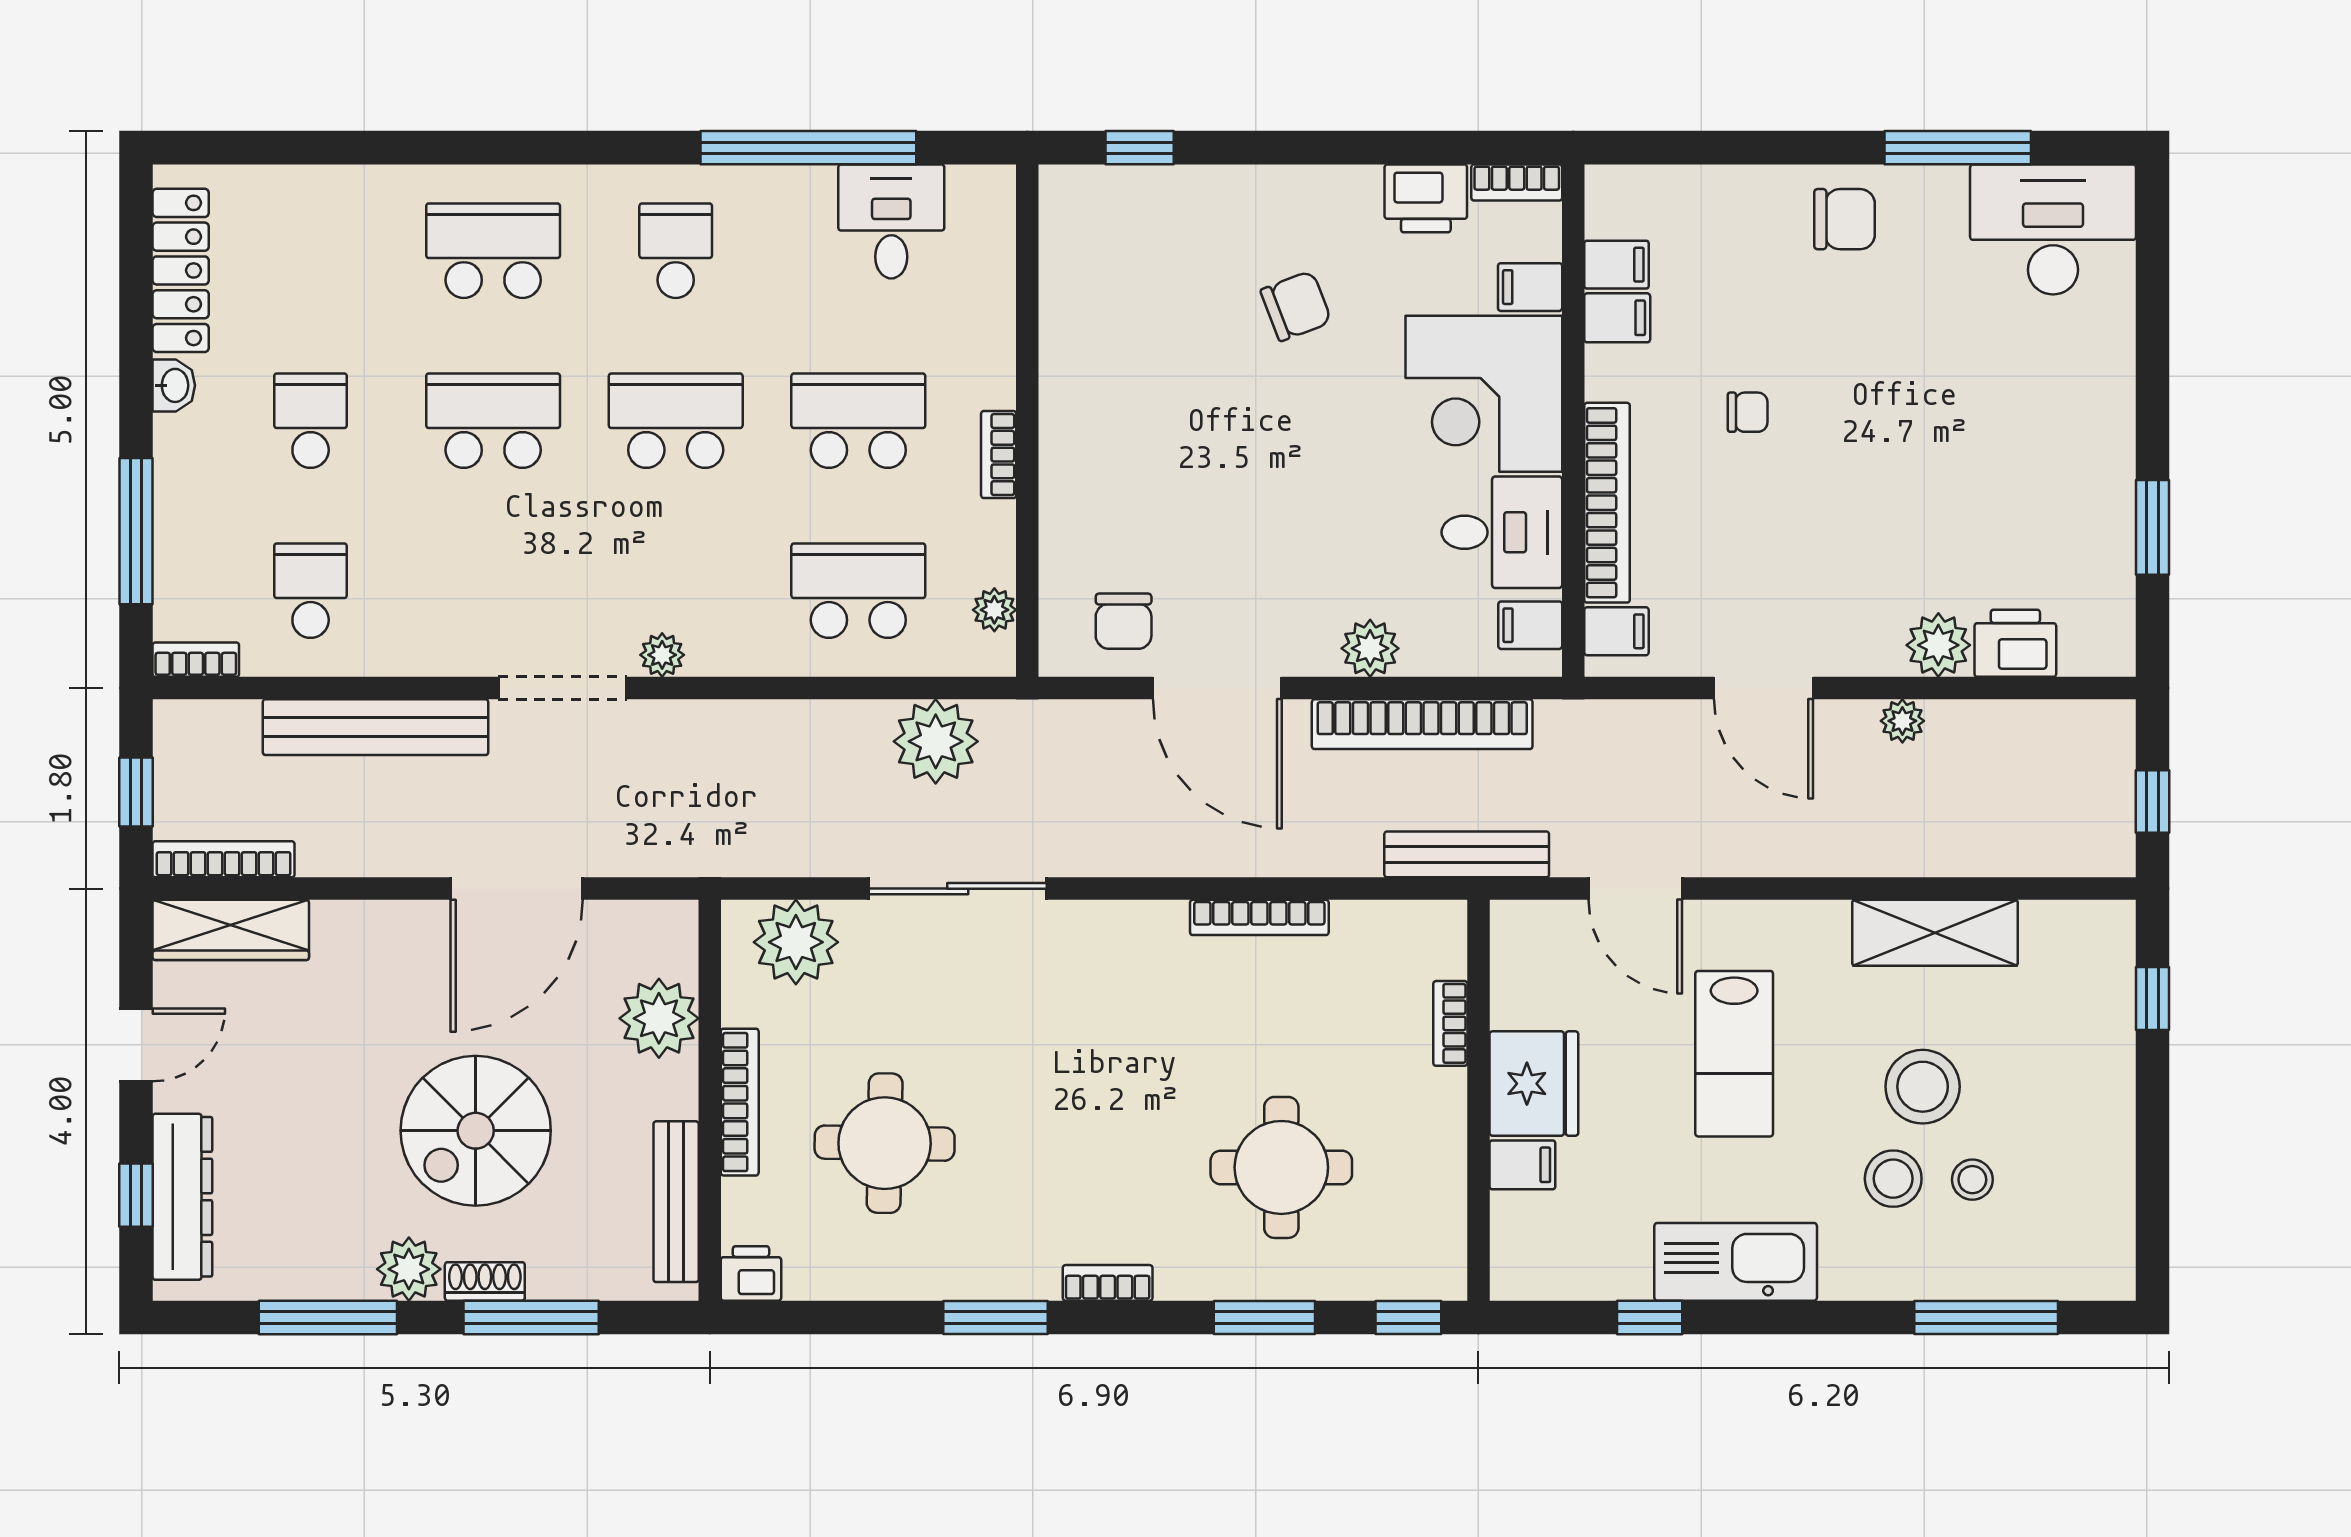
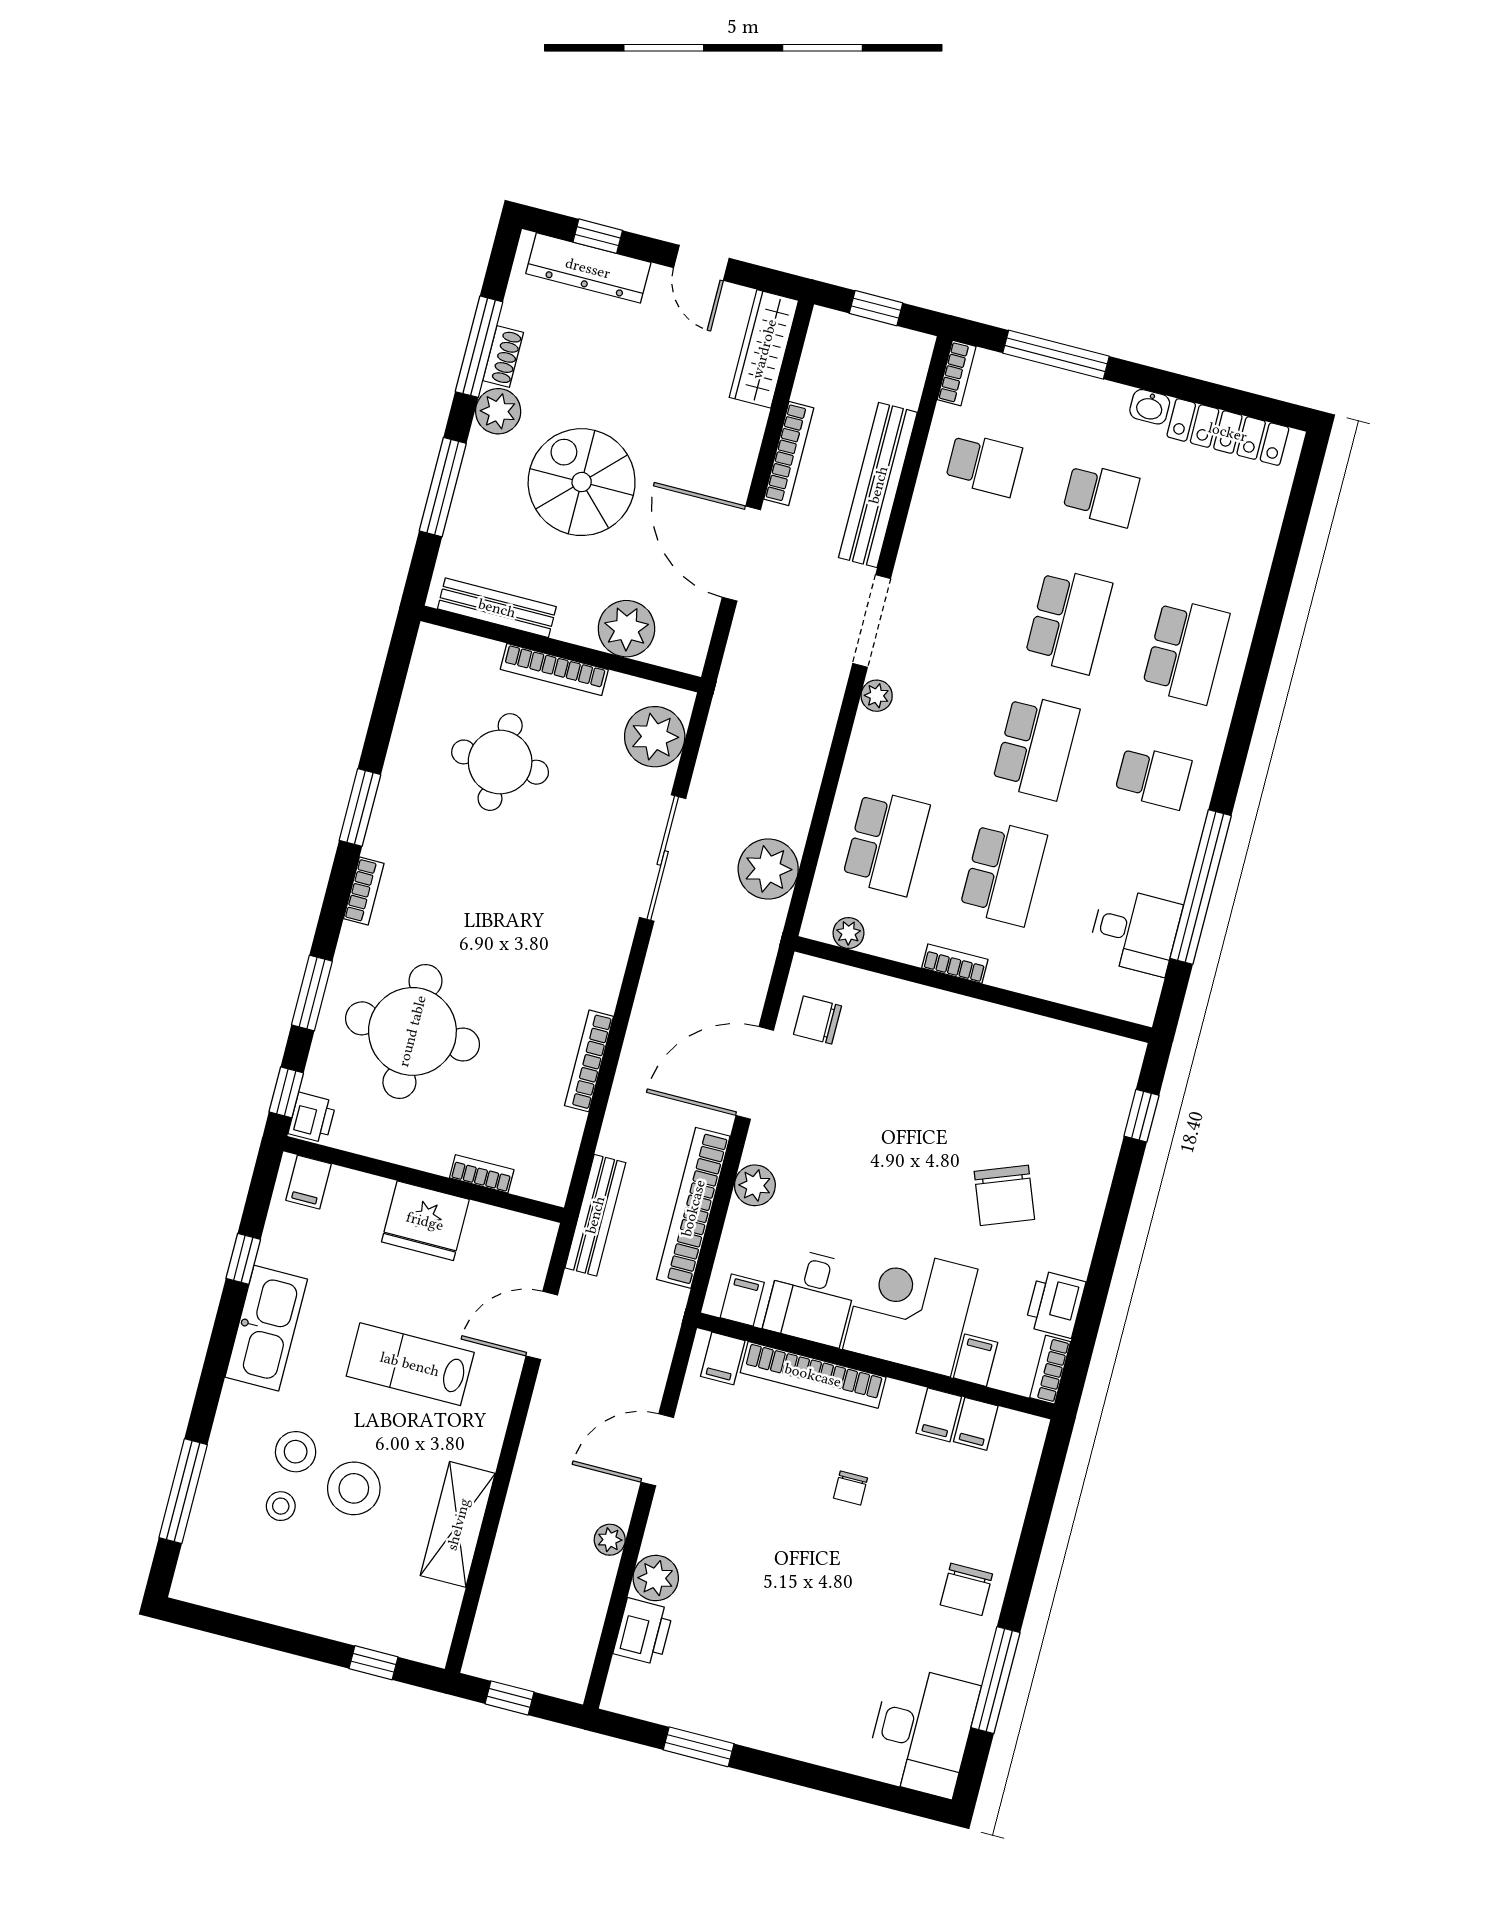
chair: (1296, 306) -> (1004, 1195), width x1.37, depth x1.37
bookcase: (224, 859) -> (789, 454), moved
filing cabinet: (1522, 1165) -> (308, 1182), moved
round table: (1281, 1167) -> (412, 1031), width x1.36, depth x1.36
printer: (751, 1273) -> (312, 1118), moved
shoe rack: (485, 1281) -> (503, 357), moved

